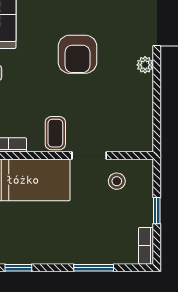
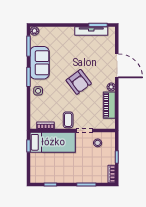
armchair: (77, 54) -> (79, 82), turned -37
piano: (141, 103) -> (109, 105), added

